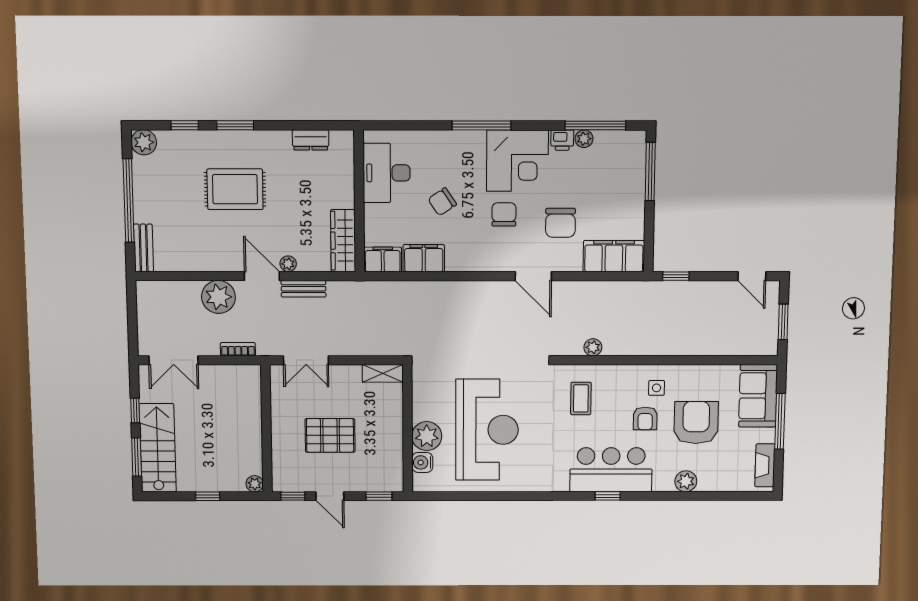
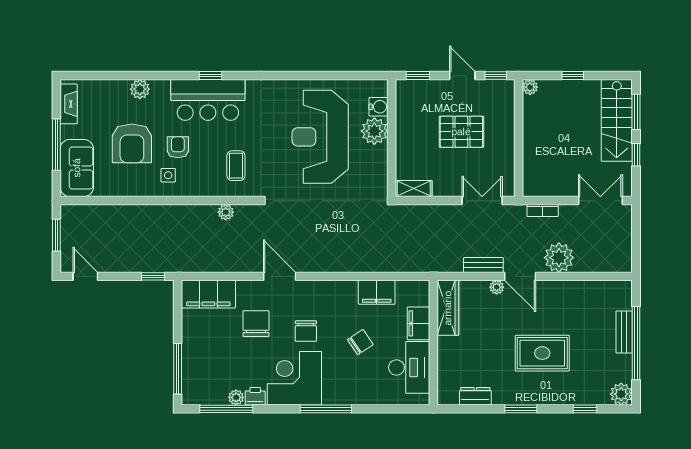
window: (235, 125) -> (521, 409), moved
bench: (143, 248) -> (624, 332), moved
filing cabinet: (383, 259) -> (418, 323), moved, turned 90

